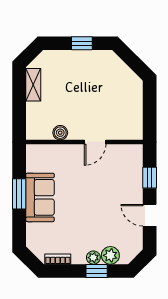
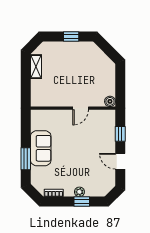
boiler: (60, 133) -> (110, 101), moved
window: (19, 194) -> (26, 159), moved
plant: (110, 255) -> (92, 190), removed

